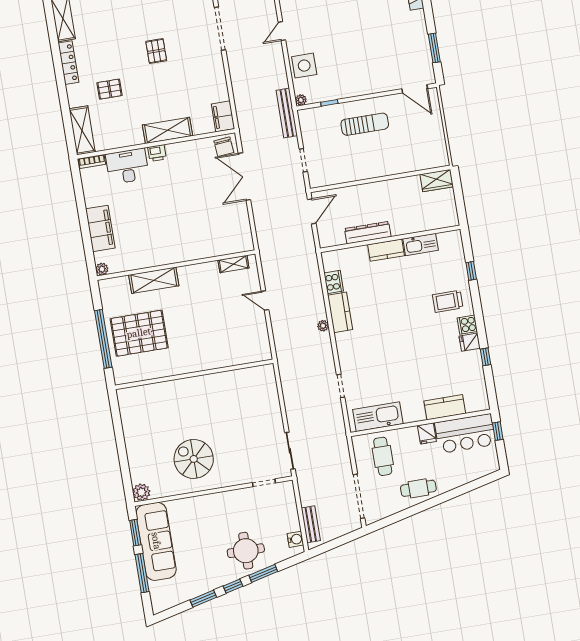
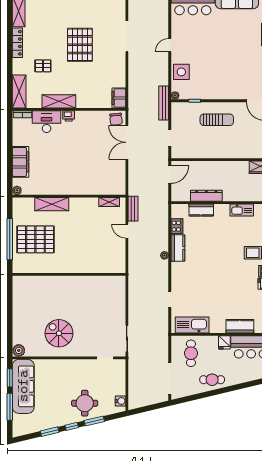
pallet: (156, 51) -> (80, 45), width x2.05, depth x2.00
shelving: (168, 130) -> (59, 101), moved
kitchen counter: (386, 250) -> (201, 210), moved
bench: (311, 524) -> (133, 209), moved

